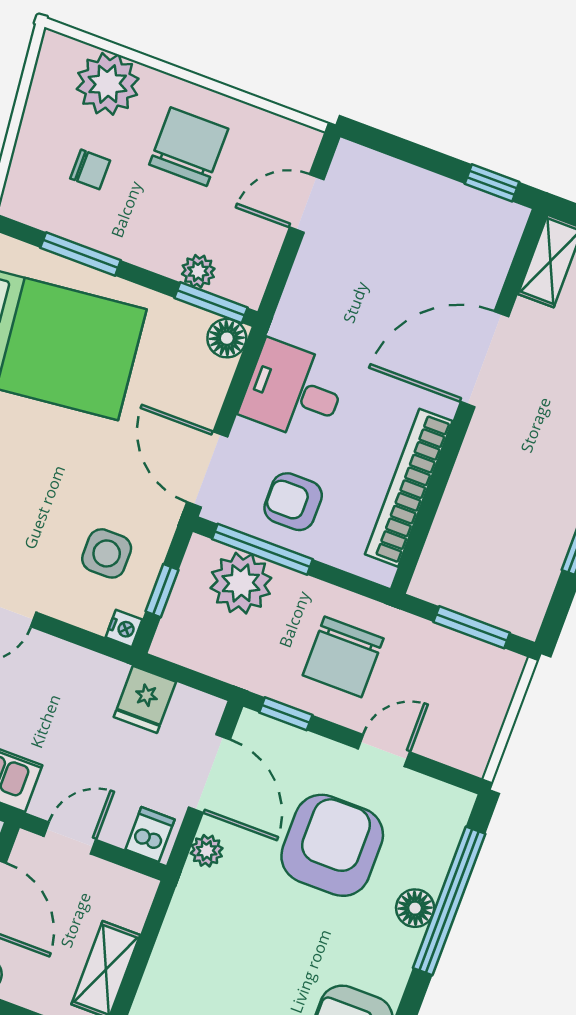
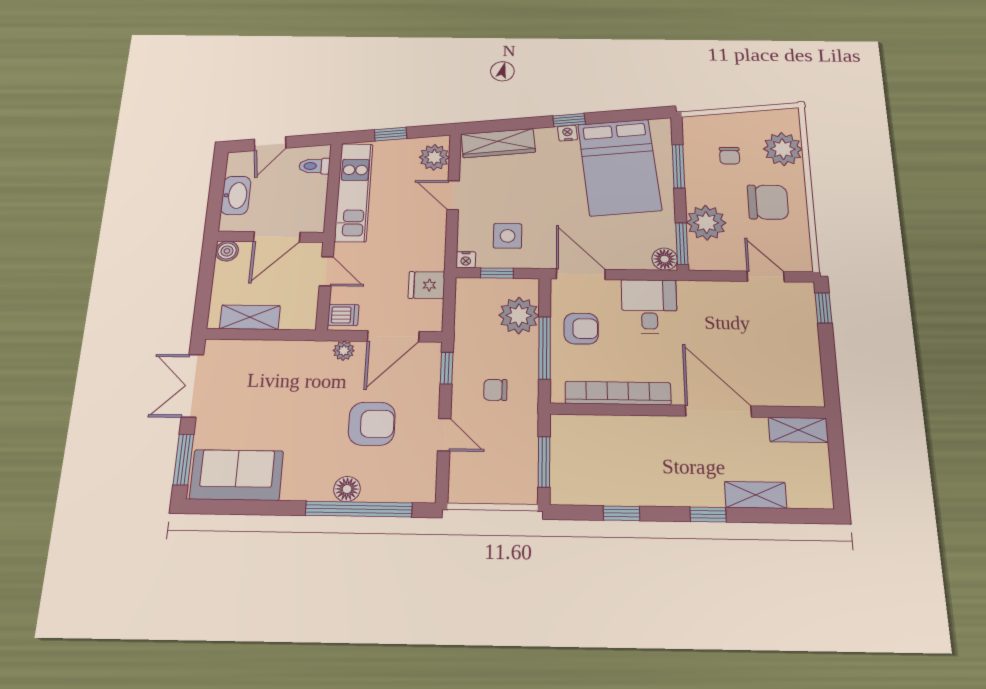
window: (492, 183) -> (823, 308), moved
plant: (198, 271) -> (706, 223), width x1.88, depth x1.88
door: (207, 469) -> (581, 274), hinge flipped
armchair: (293, 502) -> (581, 329), turned 90
window: (262, 549) -> (545, 348), moved
chair: (343, 657) -> (495, 390), width x0.54, depth x0.54
armchair: (332, 845) -> (372, 424), width x0.73, depth x0.73

